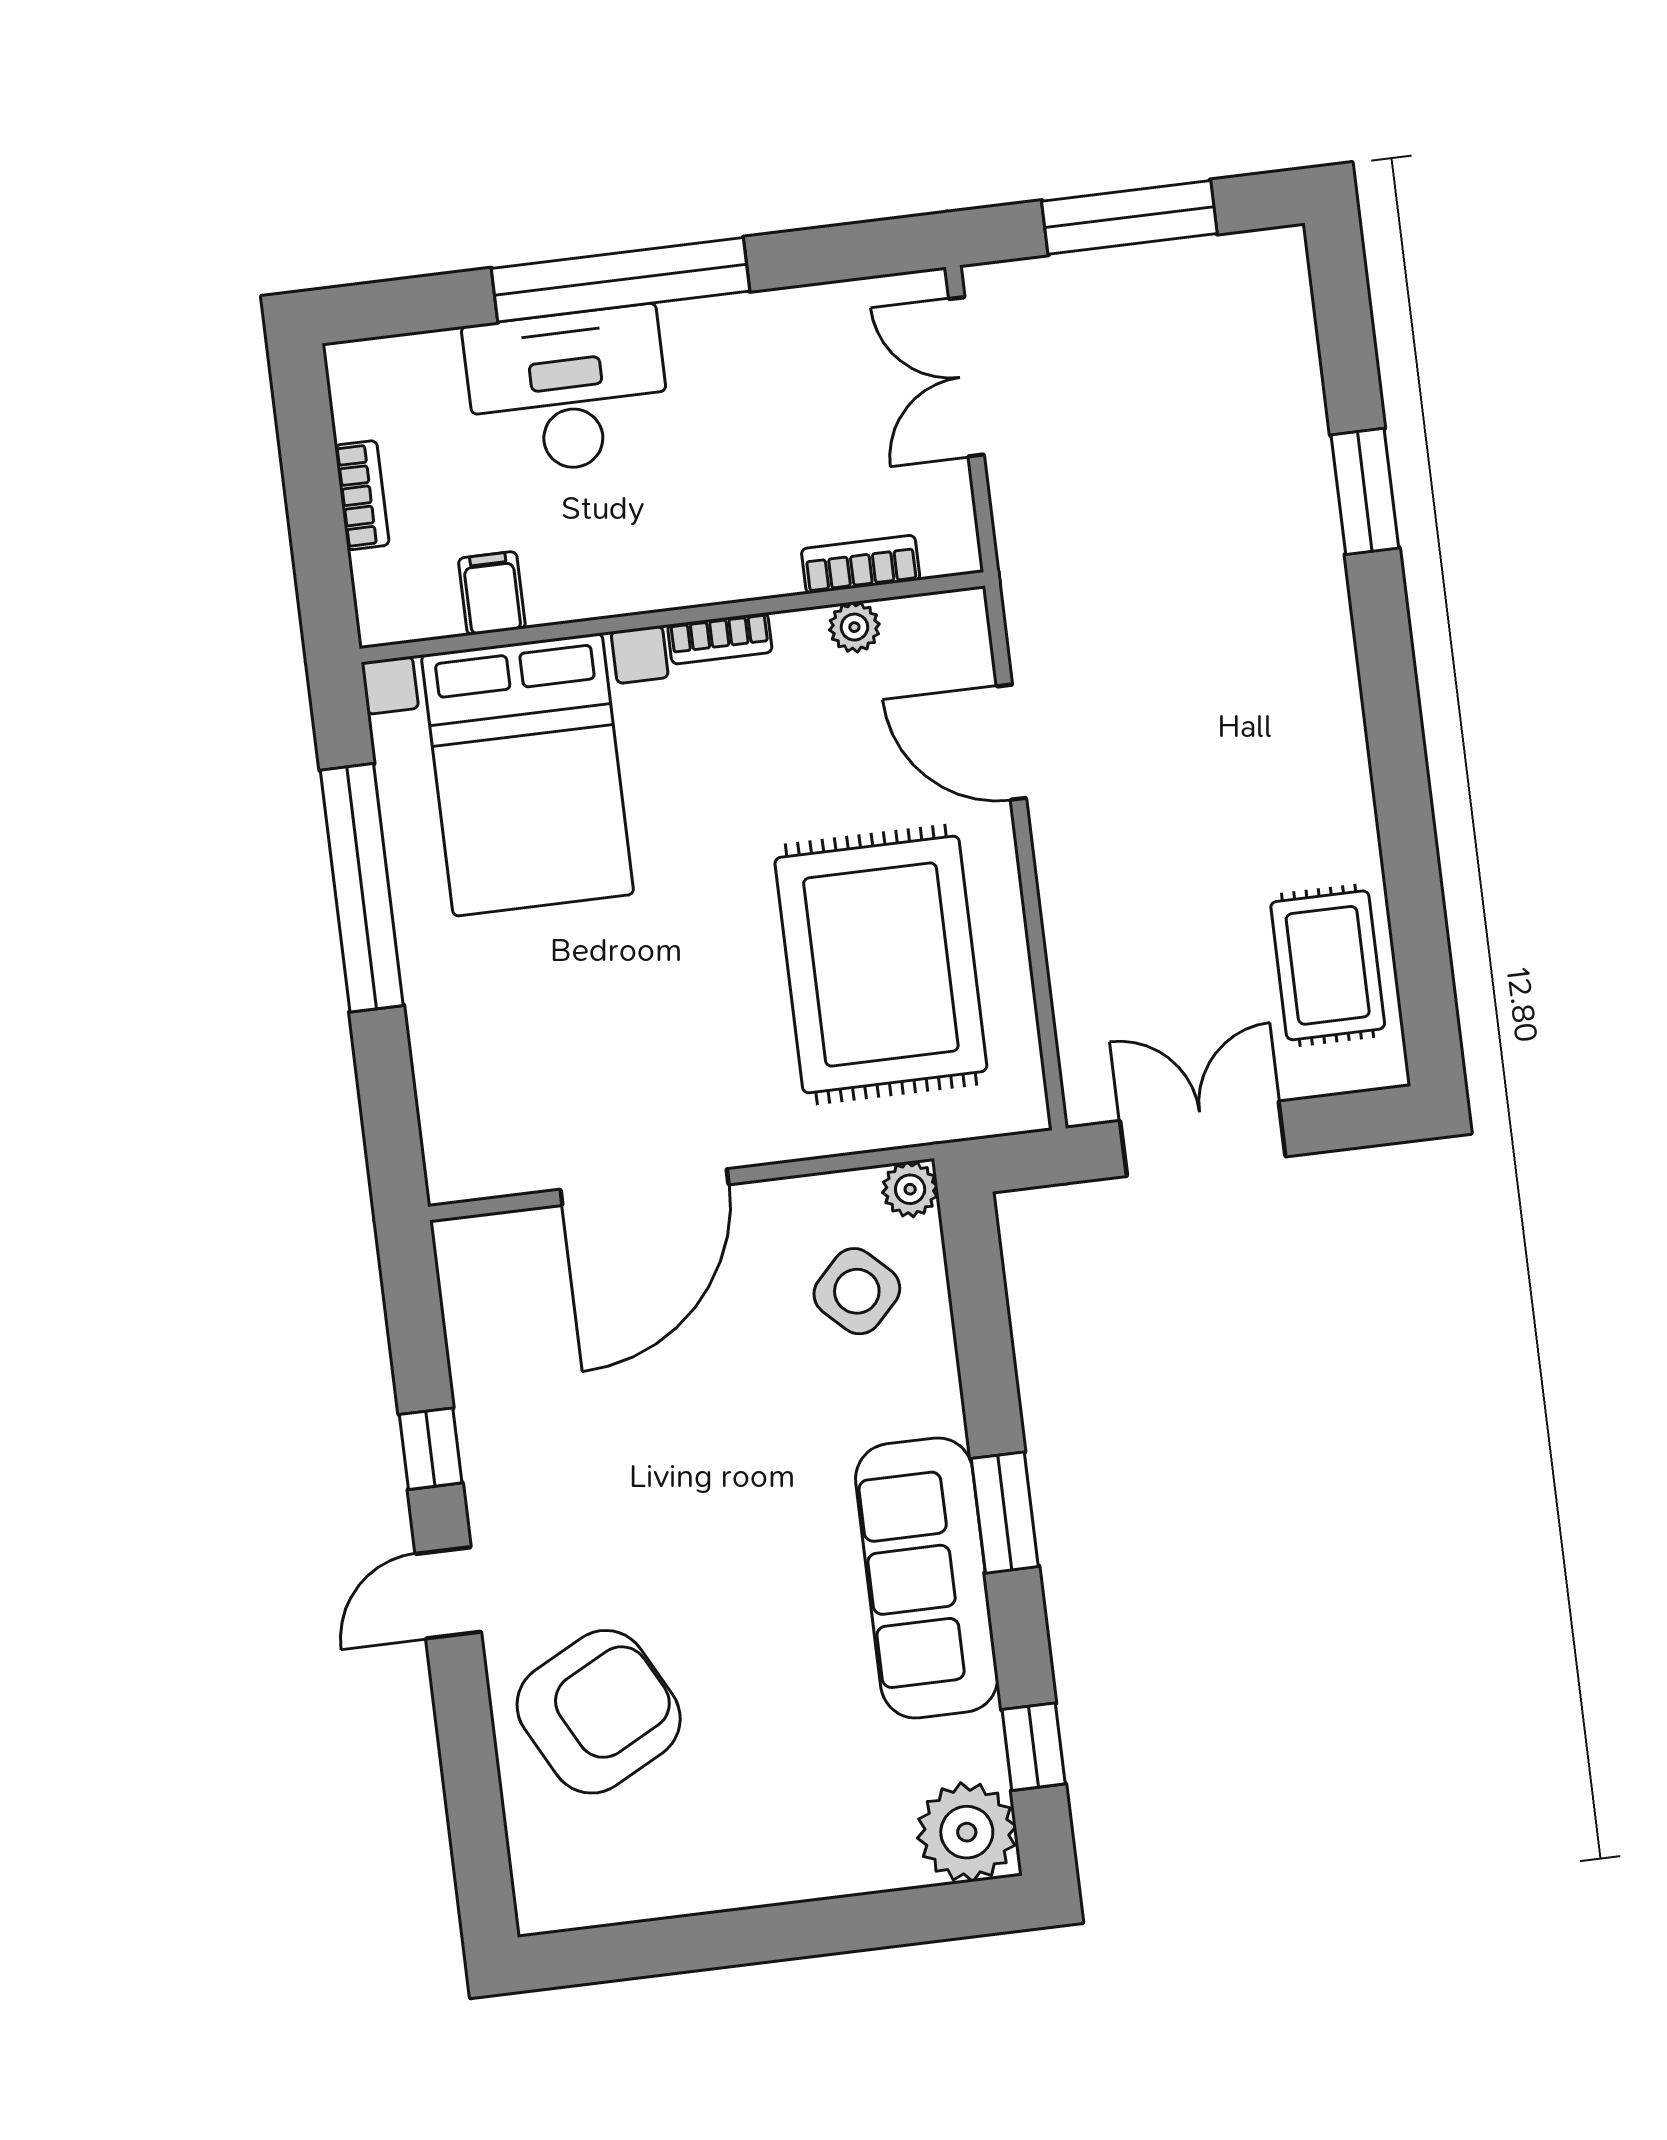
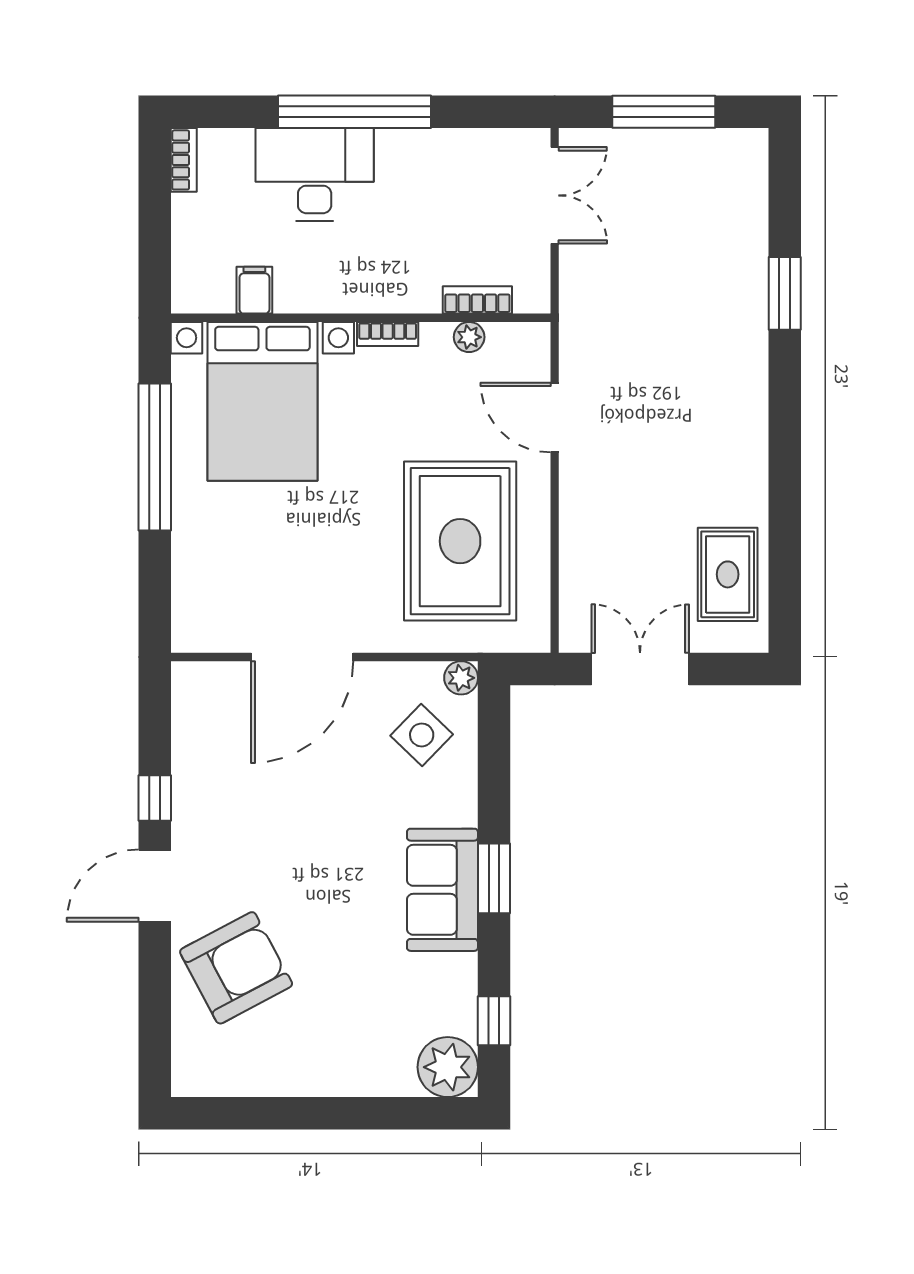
double door: (966, 377) -> (555, 195), swing flipped
bookcase: (362, 495) -> (184, 160), moved
sofa: (927, 1578) -> (442, 890), width x0.73
door: (448, 1593) -> (155, 886), width x1.38

